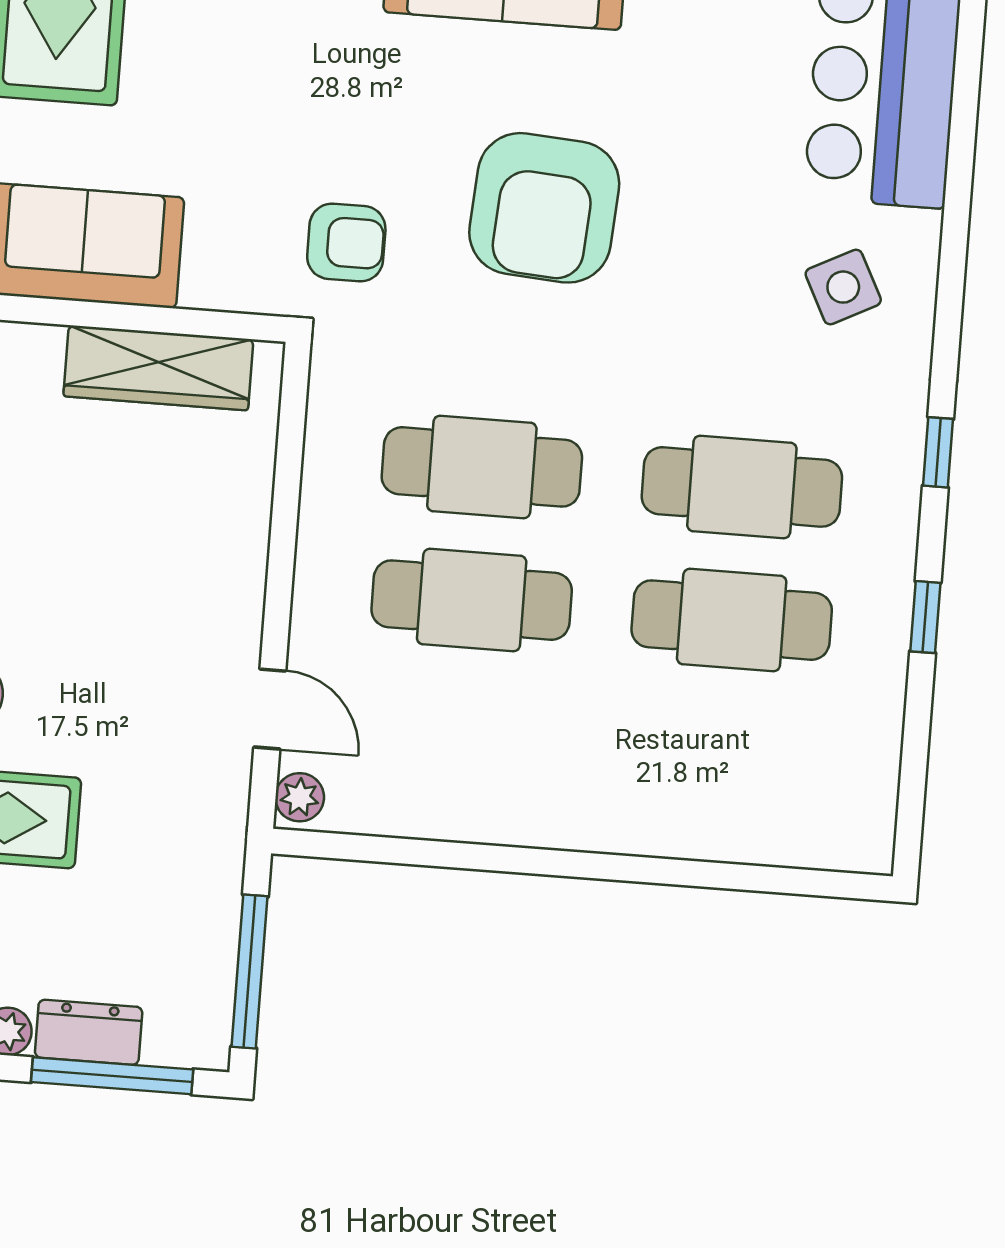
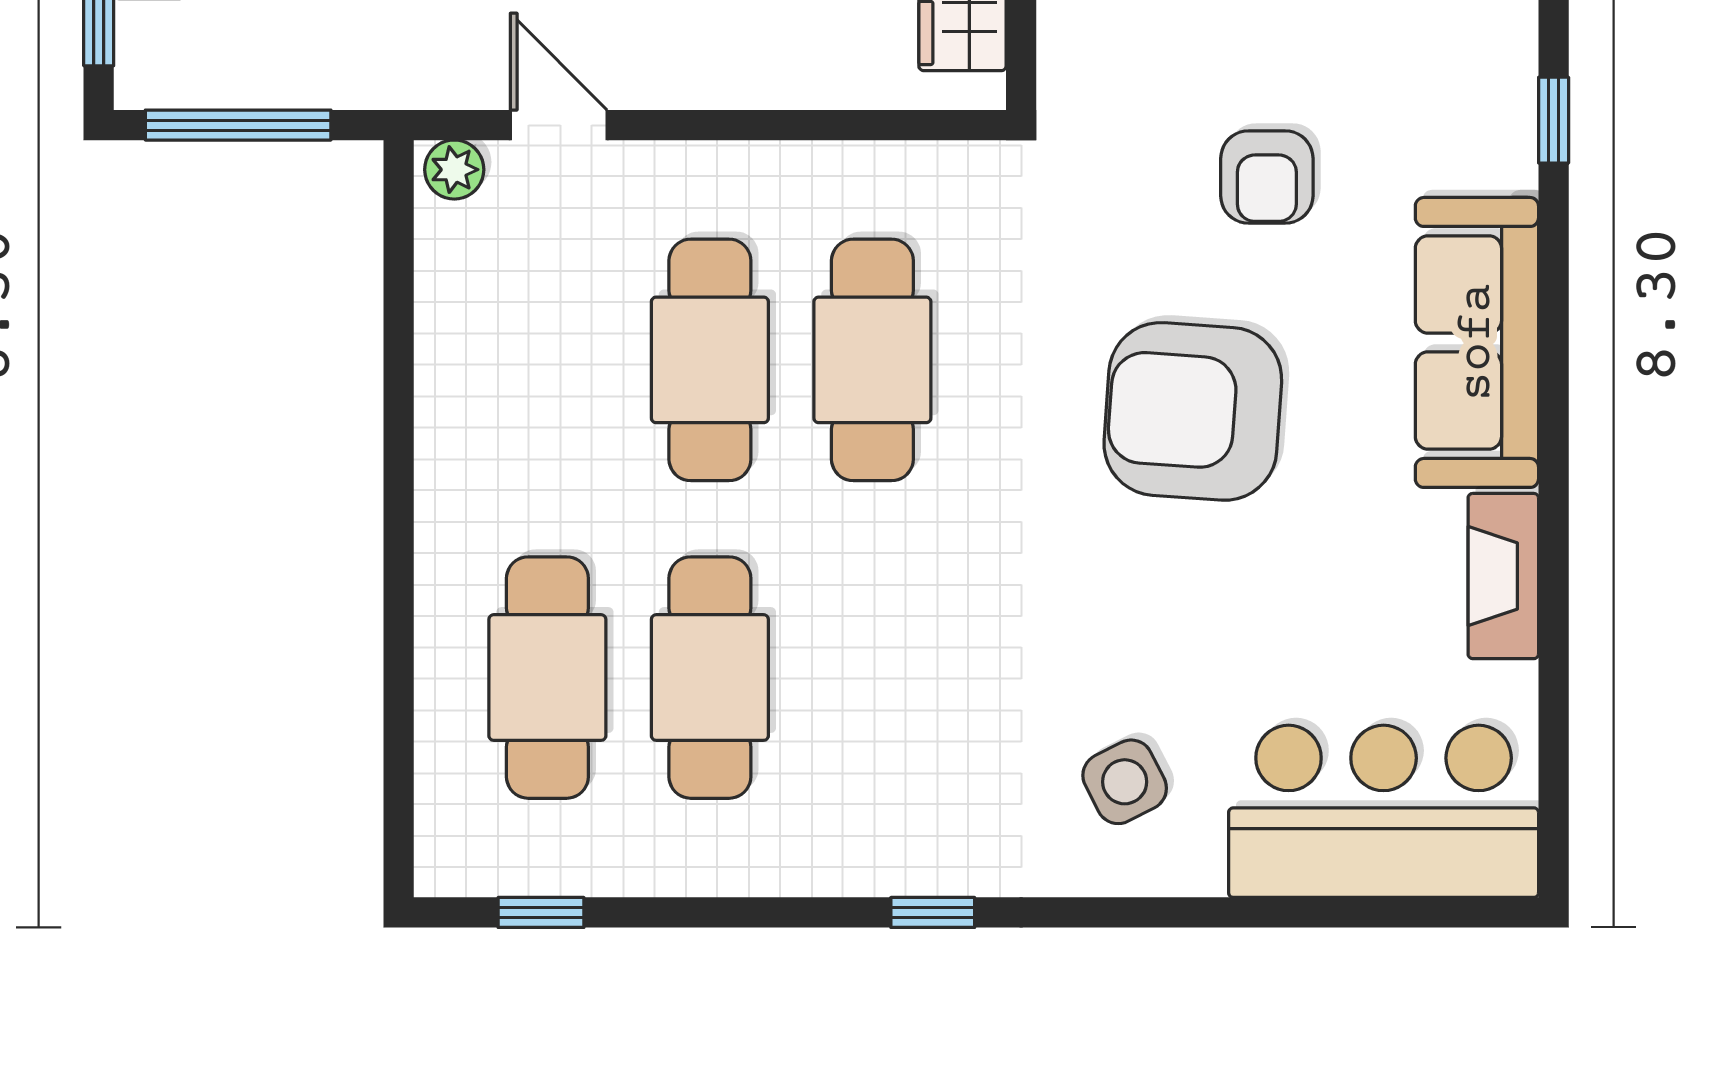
armchair: (346, 242) -> (1267, 177), moved
cafe table: (742, 487) -> (547, 678), moved
window: (925, 617) -> (541, 912), moved
door: (270, 709) -> (559, 125), swing flipped

